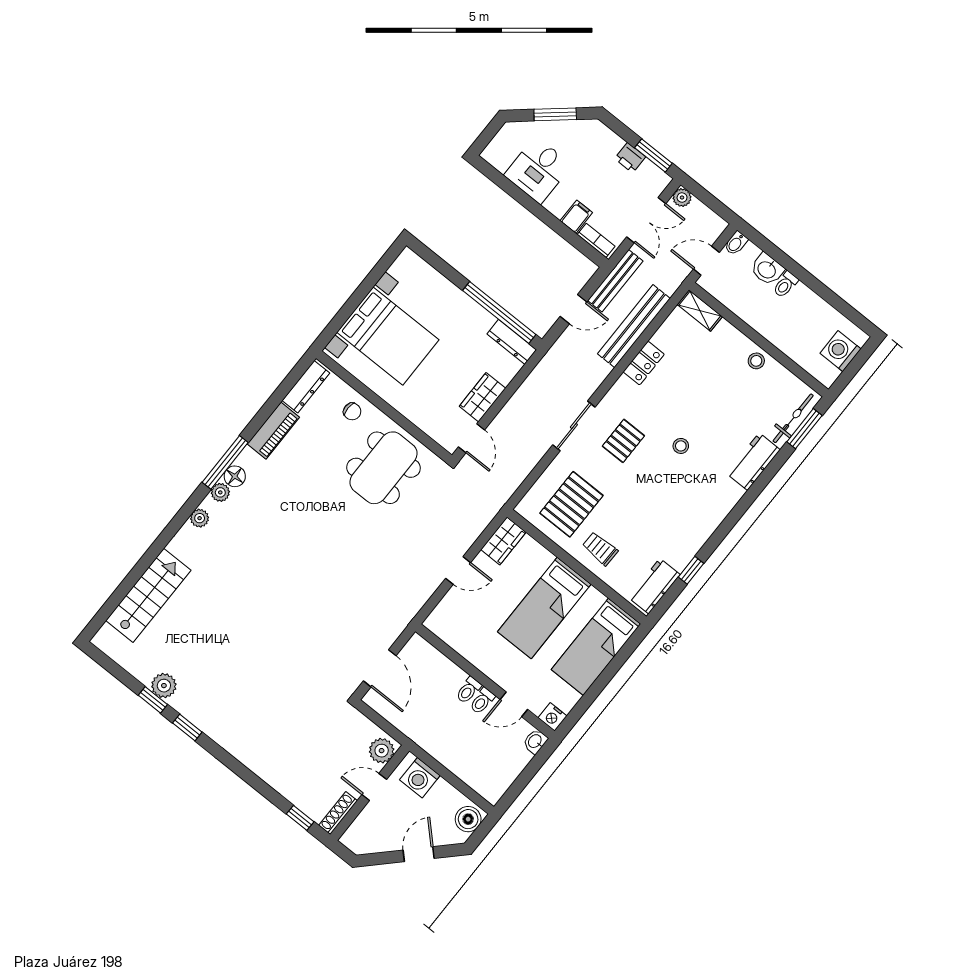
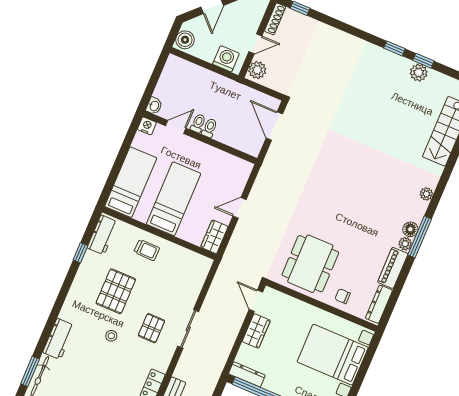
plant: (220, 492) -> (405, 244), moved
pallet: (571, 504) -> (116, 291), moved

